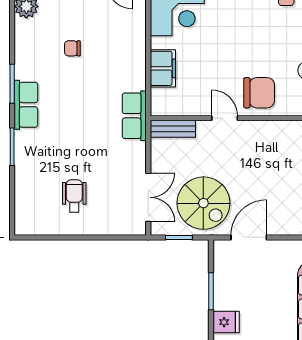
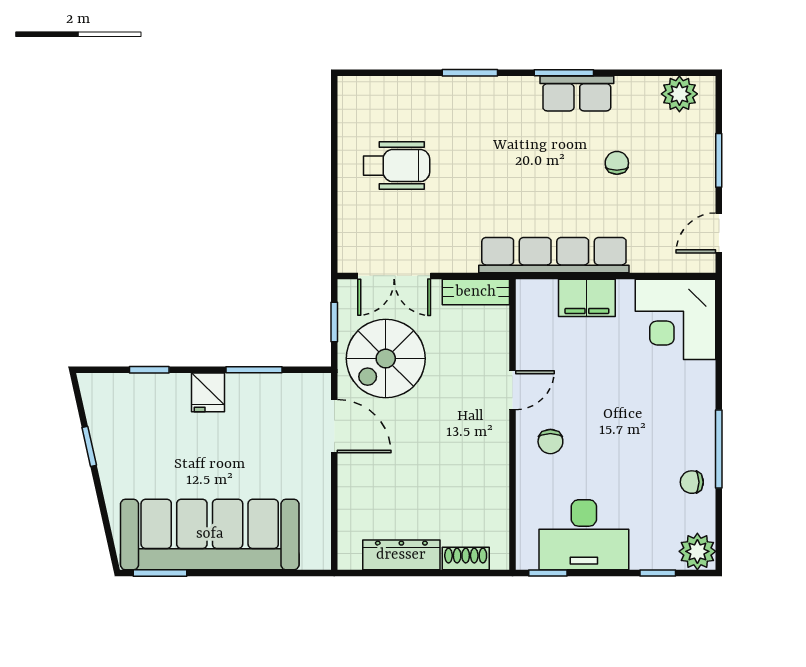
chair: (259, 93) -> (550, 442), width x0.54, depth x0.54
row of seats: (26, 105) -> (577, 93), moved
row of seats: (134, 116) -> (554, 255), width x2.02
bench: (173, 129) -> (476, 292), moved, turned 90
wheelchair: (74, 196) -> (396, 166), width x1.36, depth x1.37

